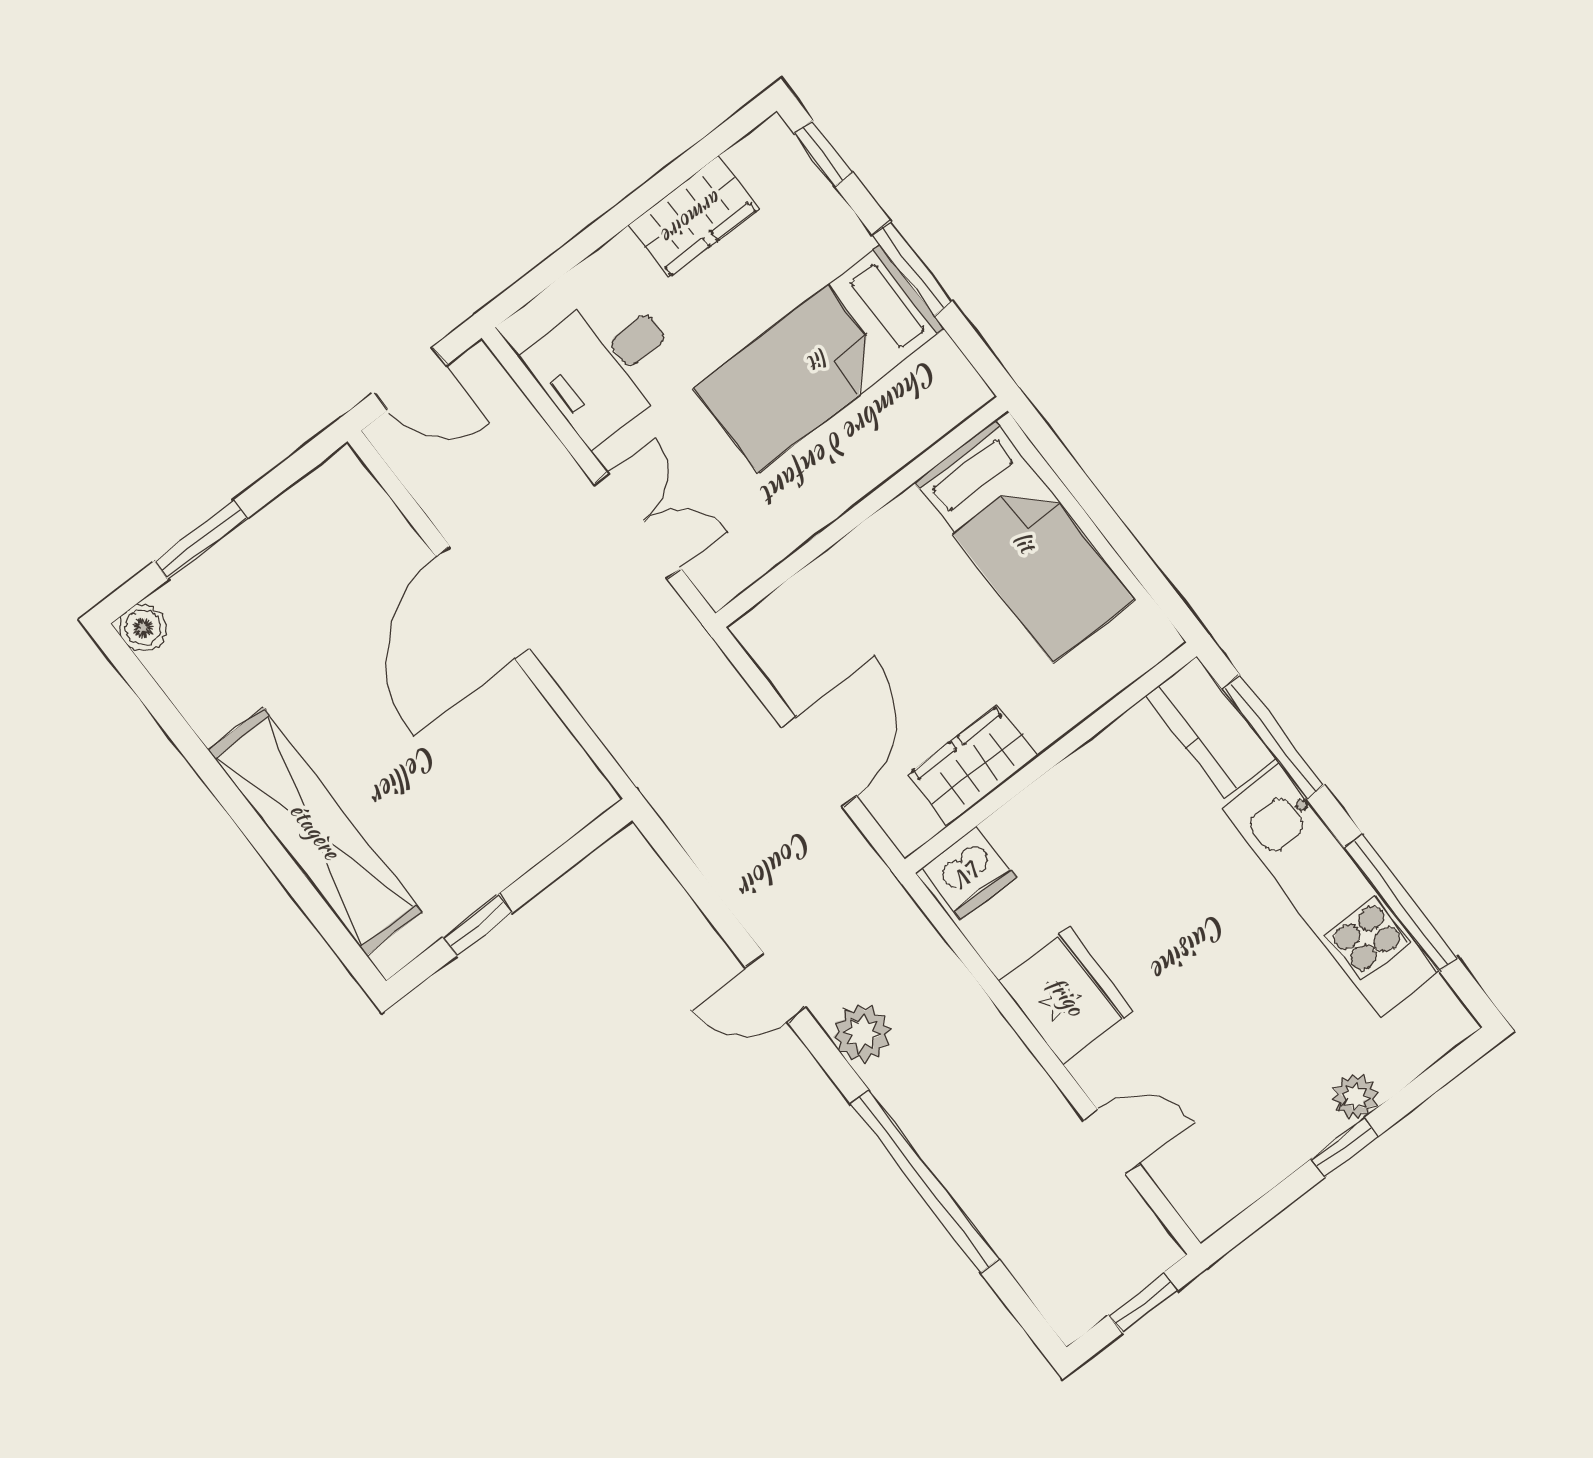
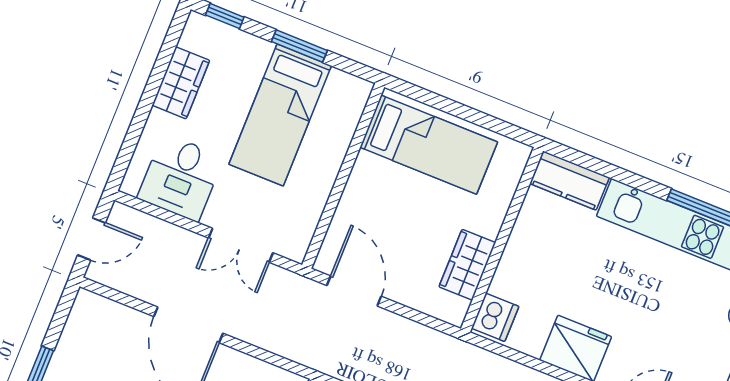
double door: (637, 526) -> (241, 245), swing flipped
window: (1273, 737) -> (602, 168), removed
door: (819, 762) -> (354, 291), moved

